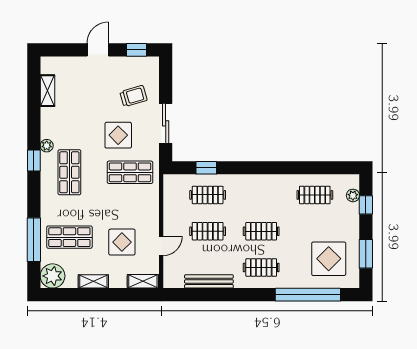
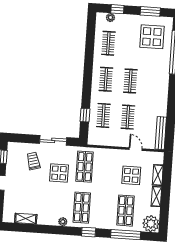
window: (34, 161) -> (89, 232), moved
shop shelf: (69, 172) -> (82, 208), turned 90
clothes rail: (261, 268) -> (106, 79), moved
shelving: (143, 281) -> (158, 175), moved
bench: (209, 281) -> (161, 133), moved

